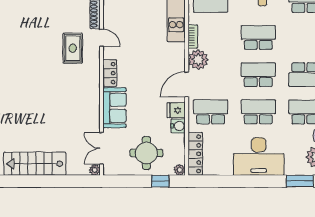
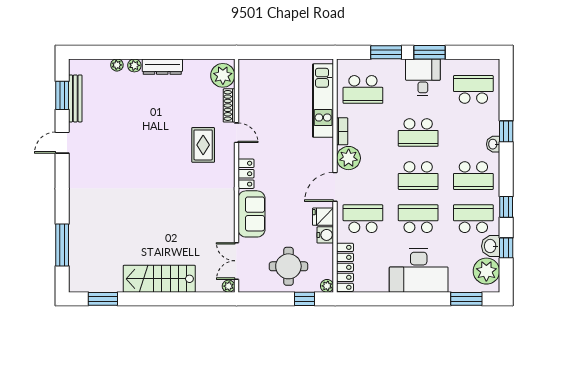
school desk: (258, 38) -> (418, 133), turned 180
school desk: (258, 75) -> (418, 176), turned 180

